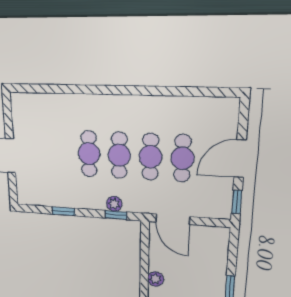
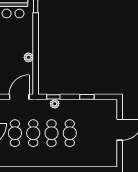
door: (173, 219) -> (19, 97), hinge flipped

